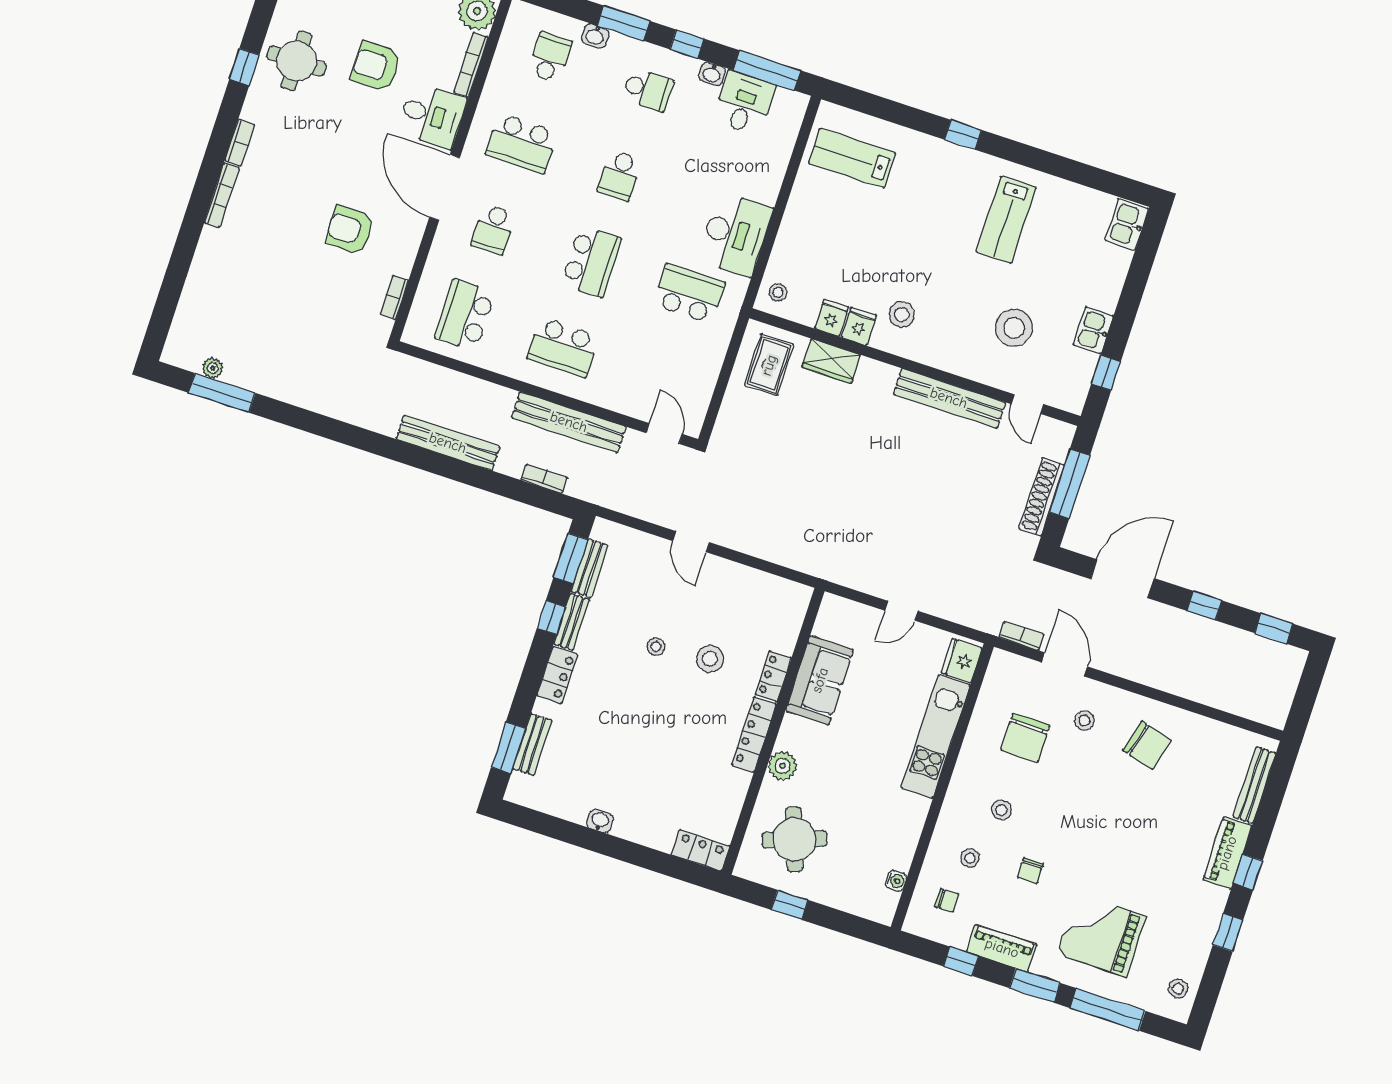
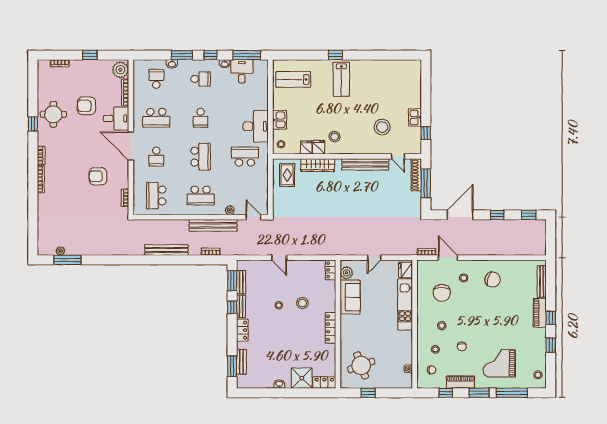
lab bench: (1006, 220) -> (341, 79), moved
kitchen sink: (1127, 225) -> (280, 120), moved, turned 180
wardrobe: (831, 361) -> (318, 165), width x1.50
plant: (617, 401) -> (230, 210), added
shoe rack: (1042, 497) -> (416, 175), moved
locker: (773, 676) -> (331, 270), moved
plant: (783, 766) -> (346, 273), moved
shower: (654, 824) -> (302, 378), added

